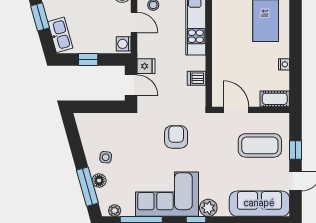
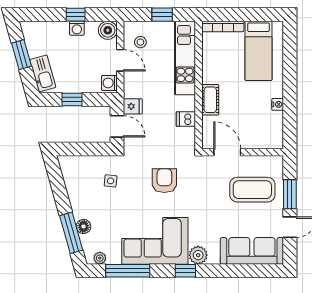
cot: (275, 99) -> (210, 100), moved, turned 90
window: (296, 150) -> (290, 194), width x1.50
side table: (106, 157) -> (111, 181), moved

